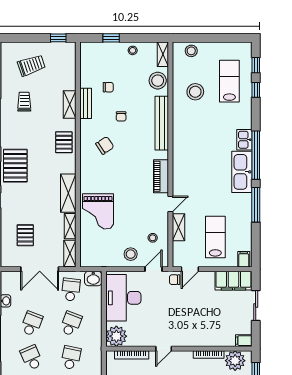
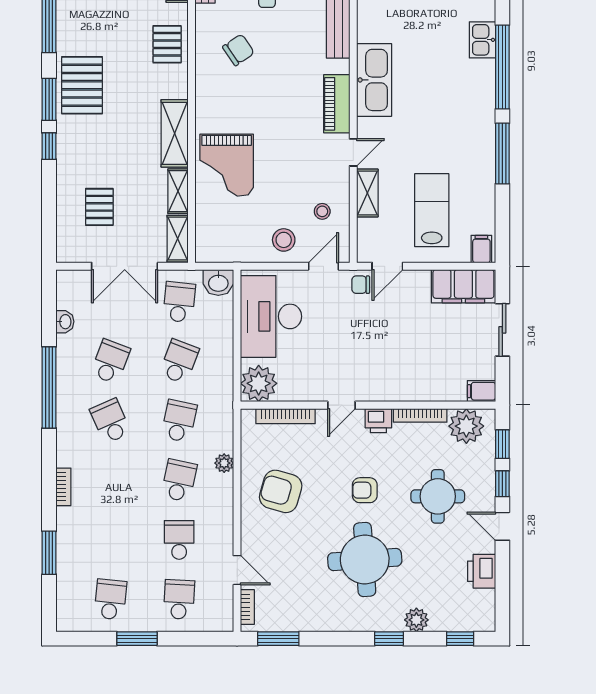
kitchen sink: (242, 172) -> (374, 80), moved, turned 180
printer: (185, 357) -> (378, 421), added

